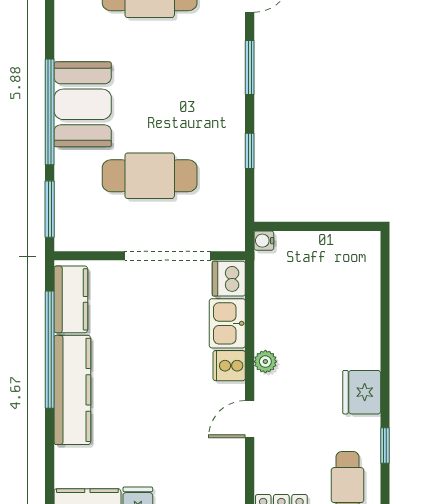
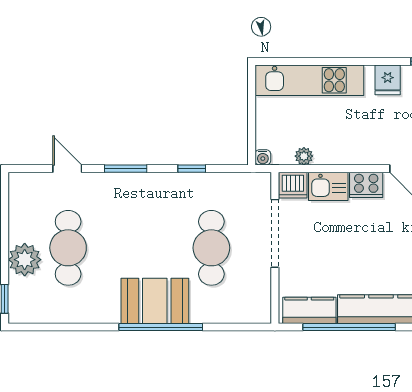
window: (50, 209) -> (238, 327), removed
kitchen unit: (361, 299) -> (309, 80), added
plant: (265, 362) -> (304, 156), moved
cooker: (229, 366) -> (366, 185), width x1.36
fridge: (362, 392) -> (388, 80), width x0.72

